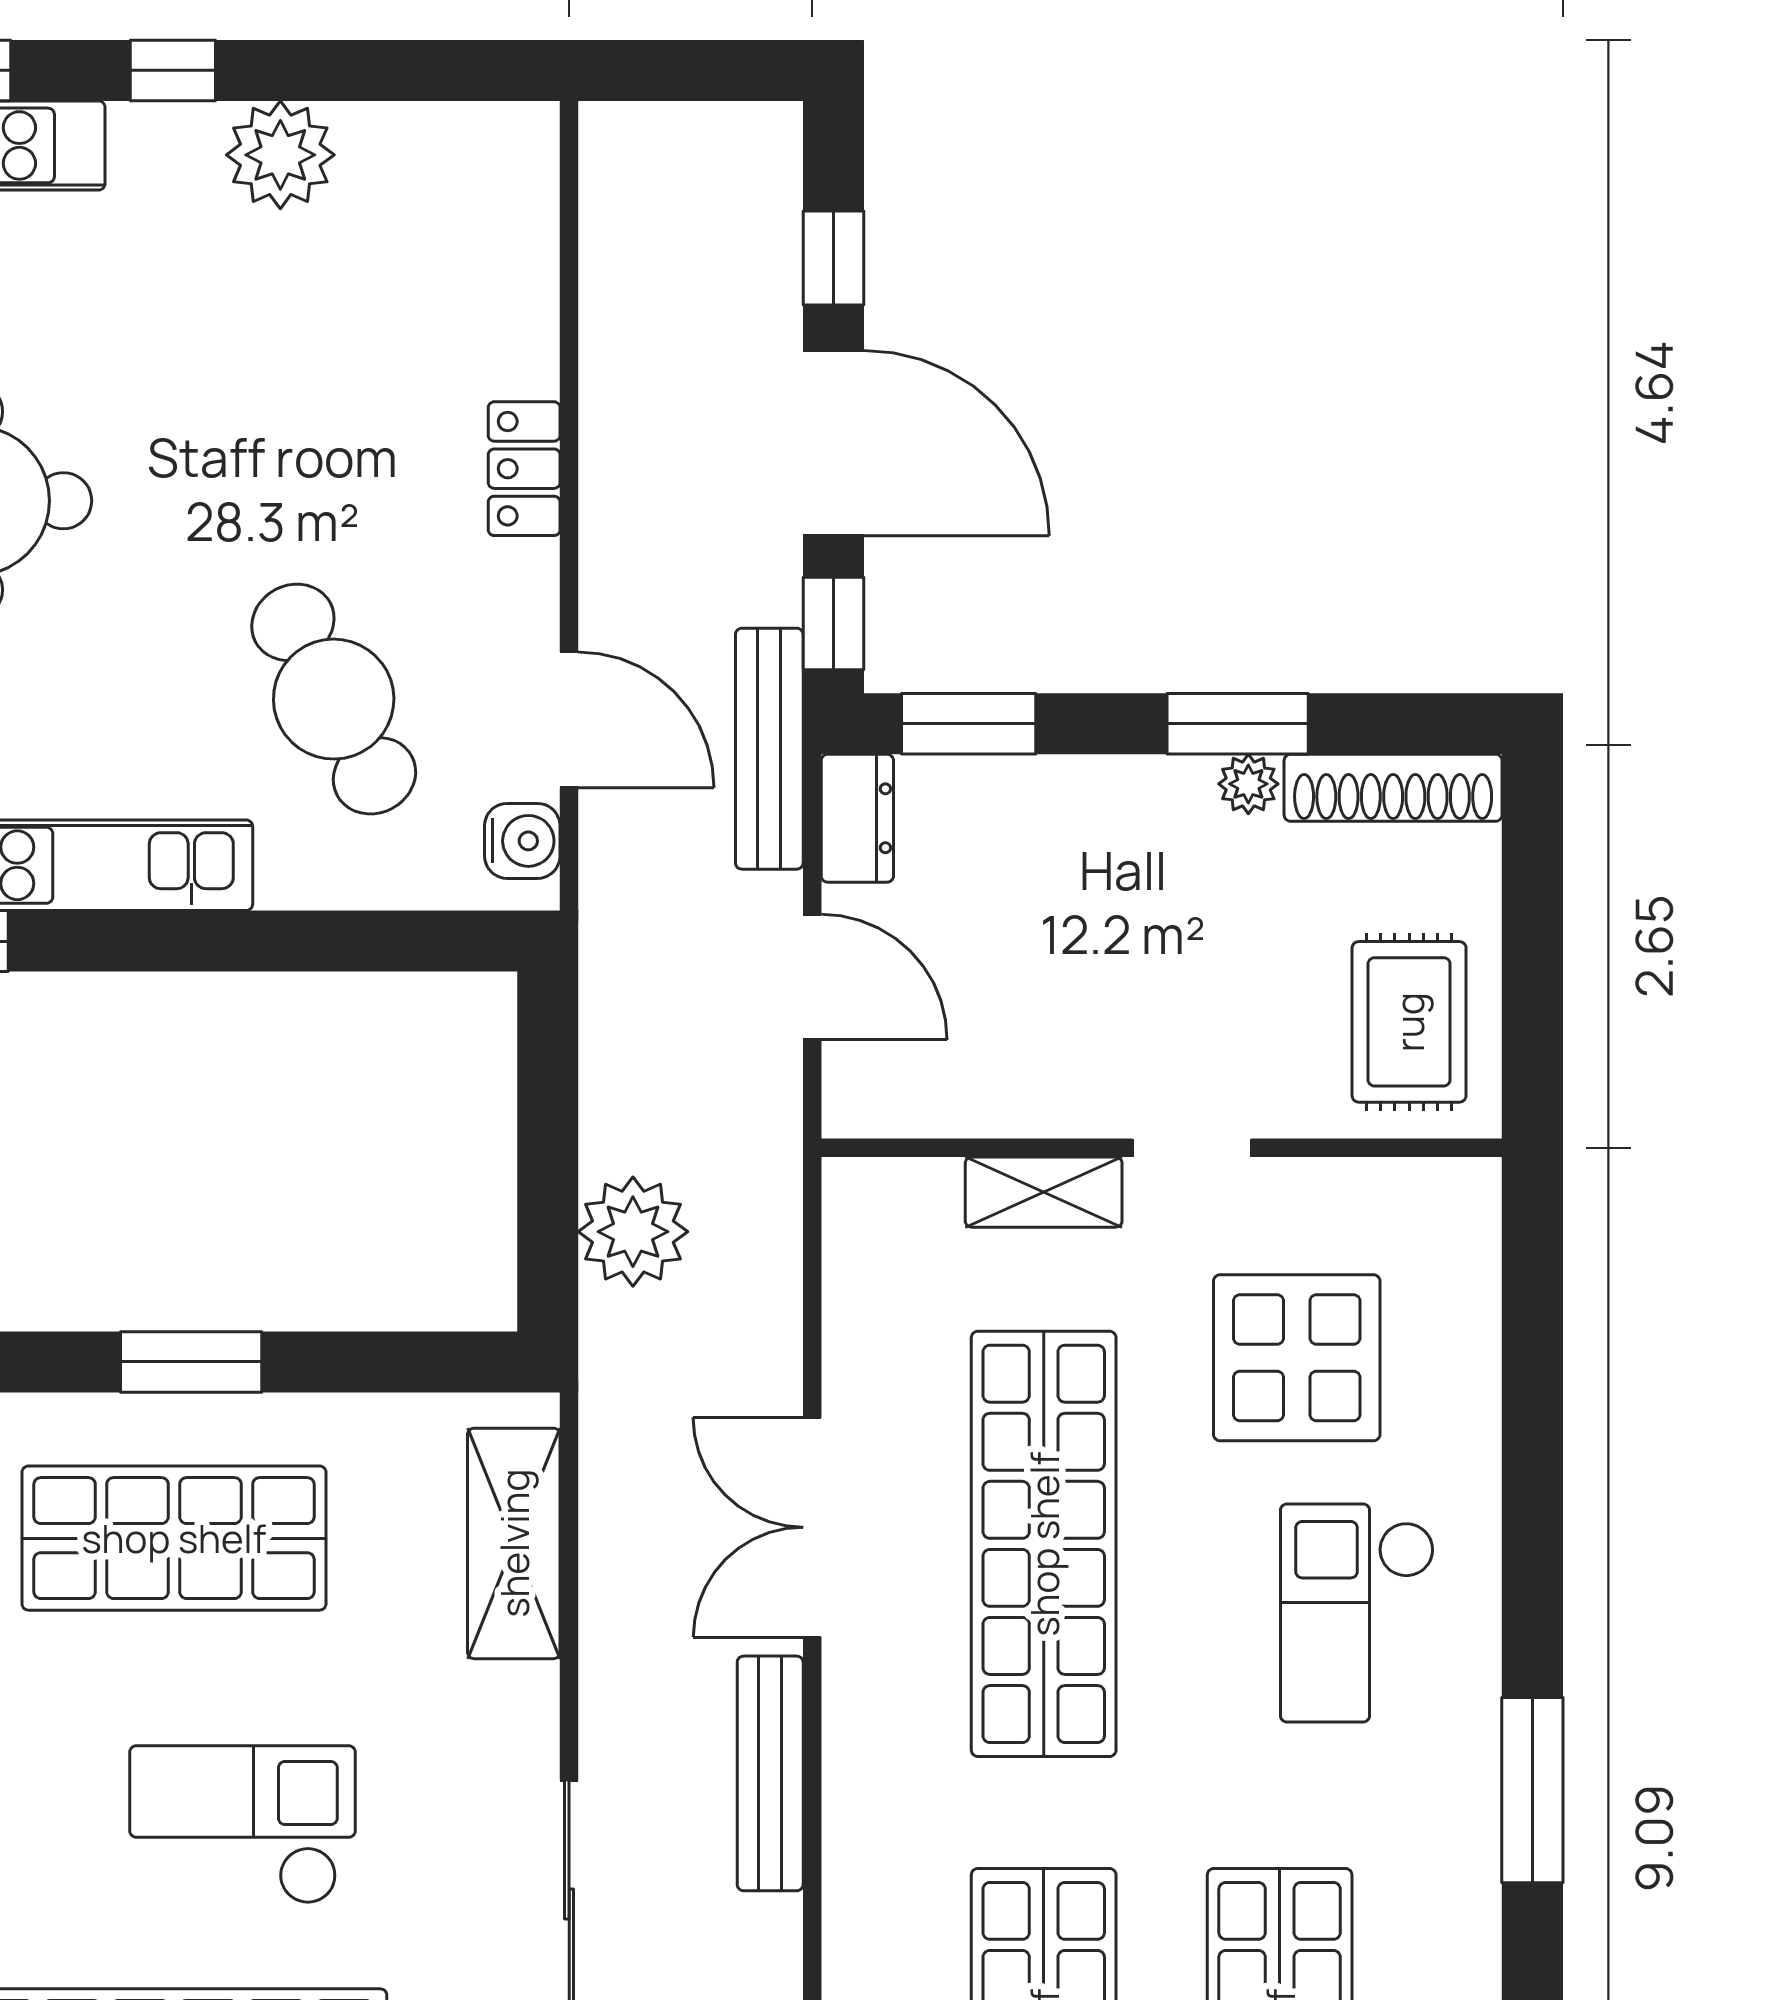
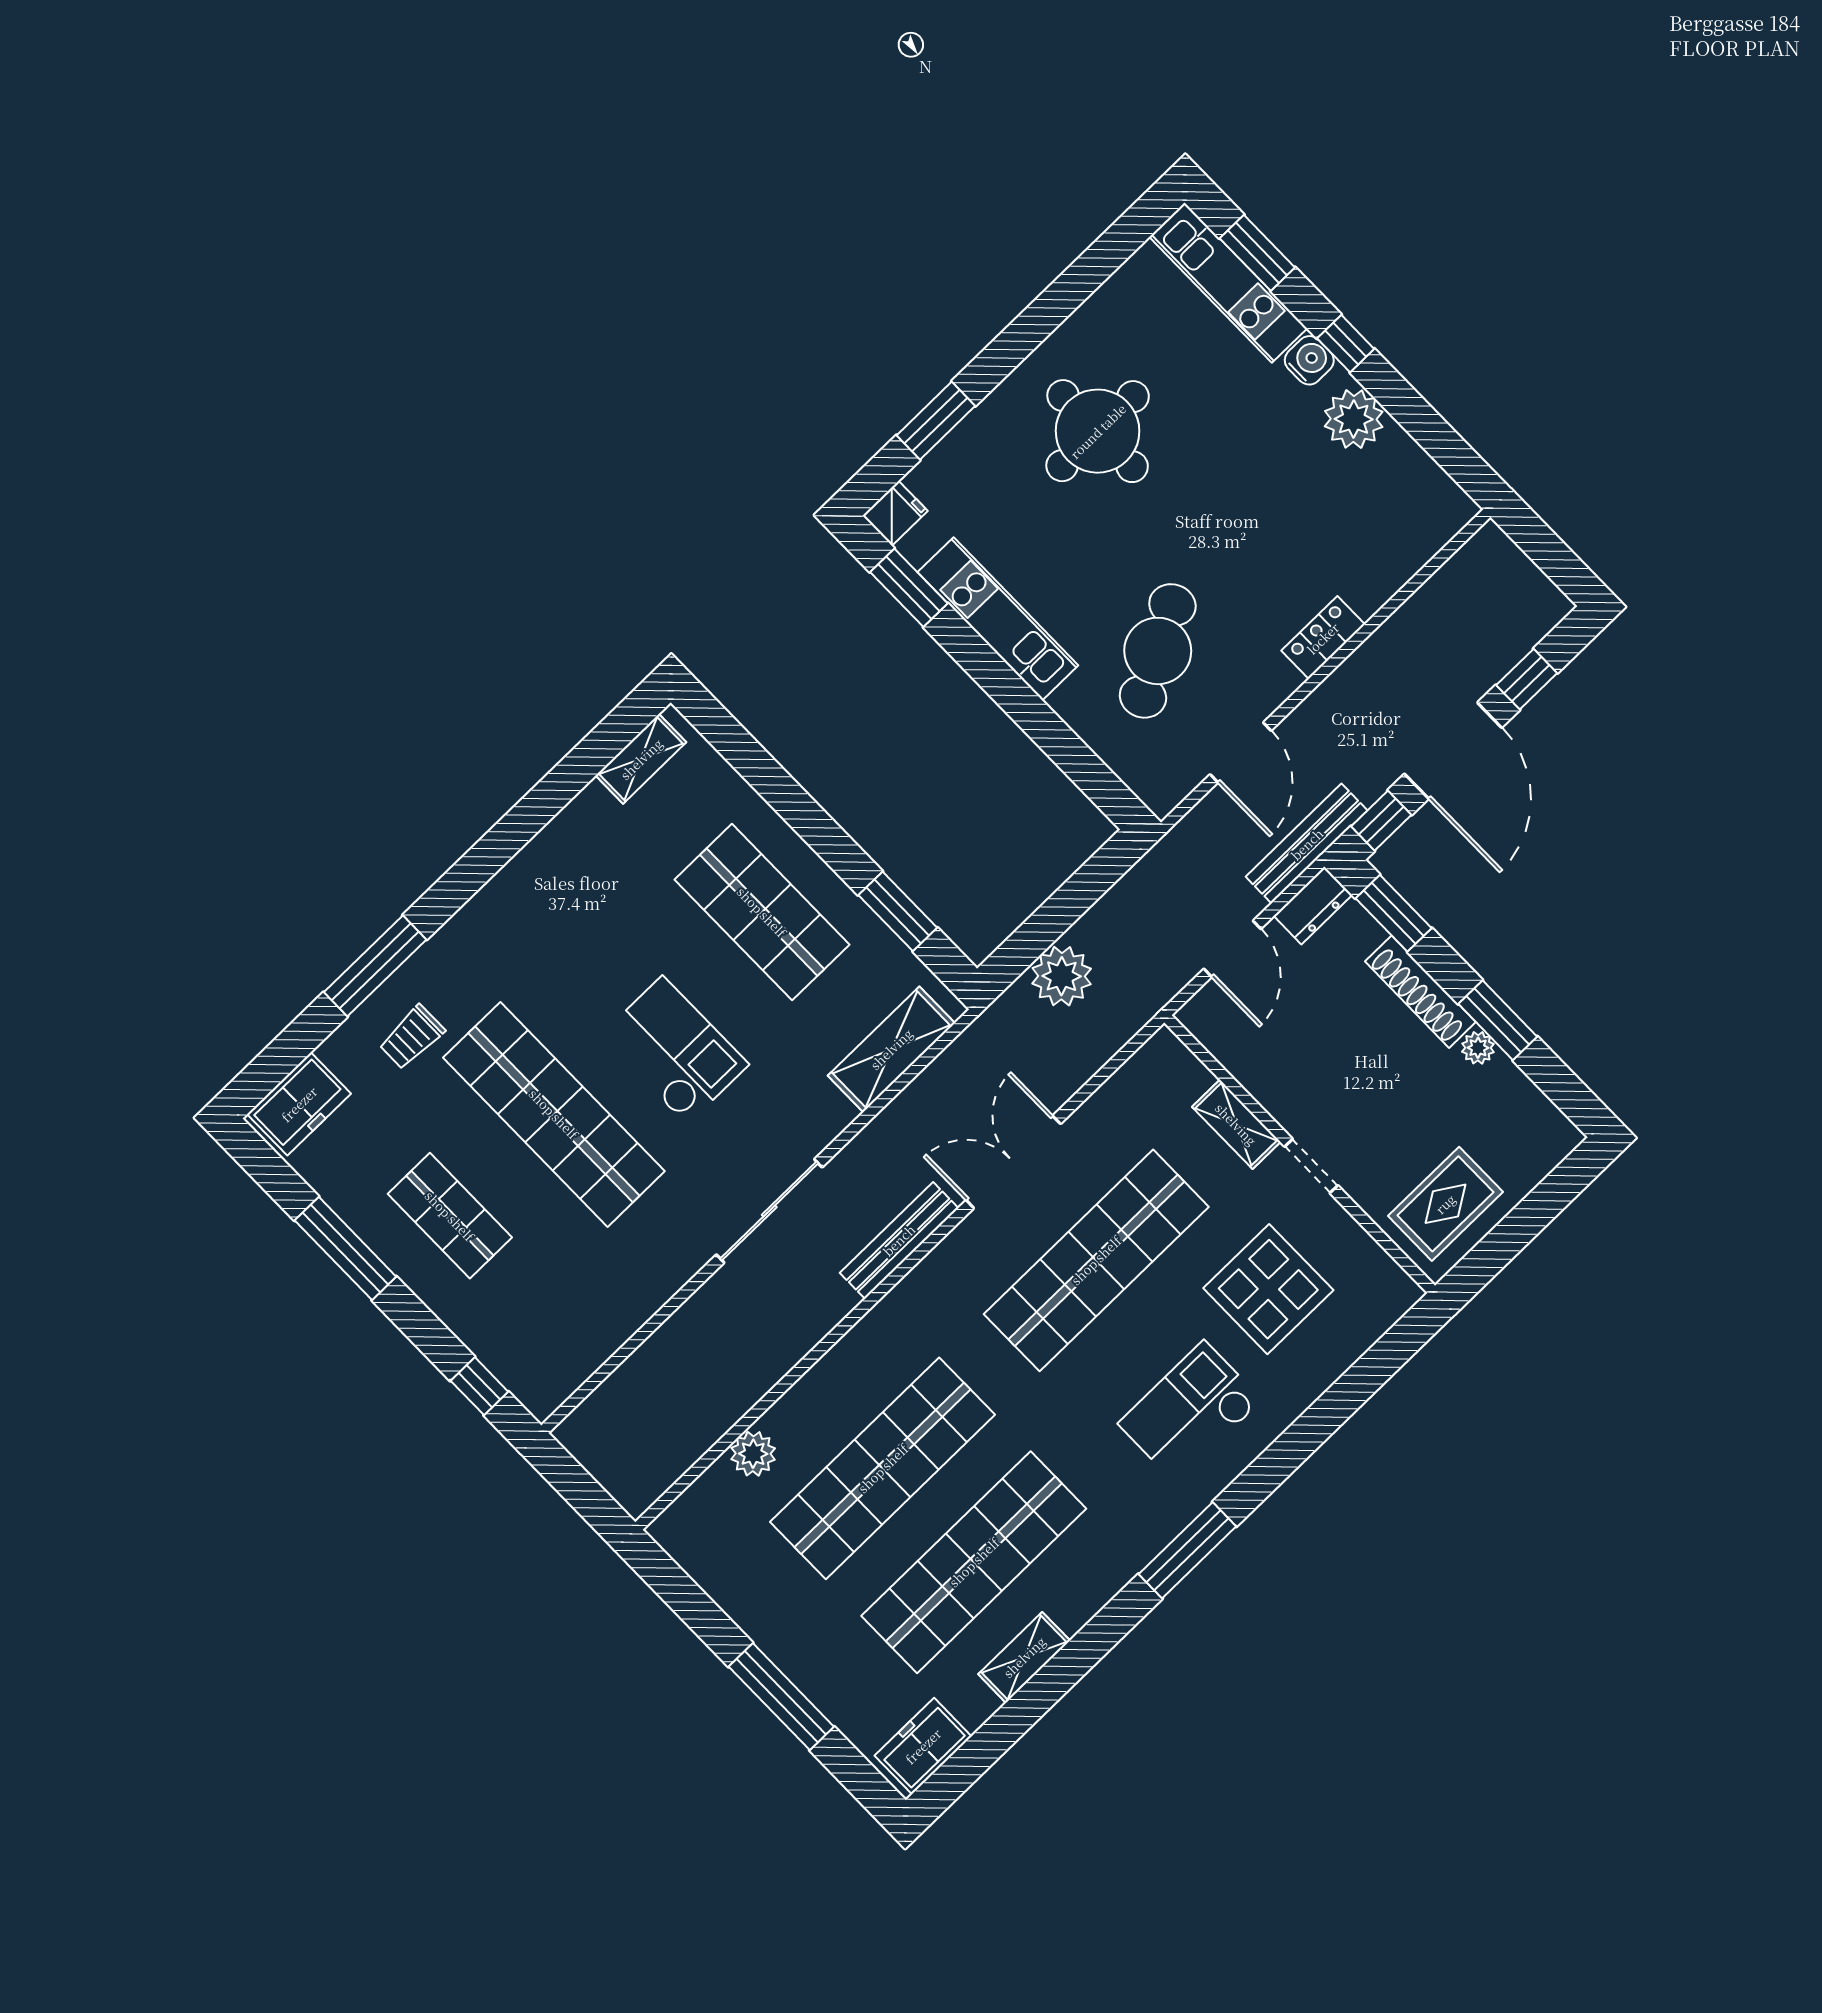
shoe rack: (1393, 788) -> (1420, 992), moved
water cooler: (522, 841) -> (1309, 360), moved, turned -90
window: (191, 1362) -> (898, 911), moved

